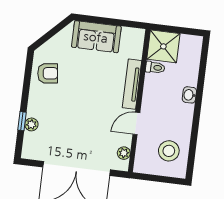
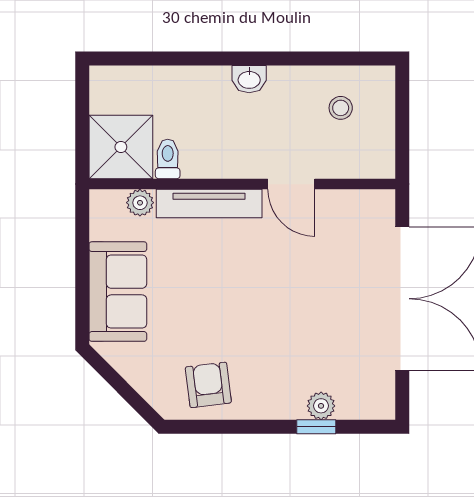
washbasin: (189, 95) -> (249, 79), moved
stool: (169, 151) -> (341, 108), width x0.53, depth x0.53
plant: (124, 153) -> (140, 203), moved

